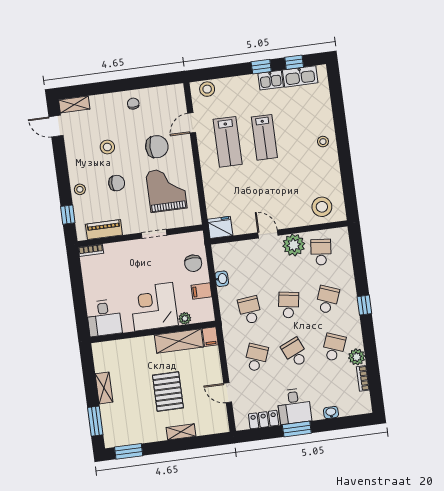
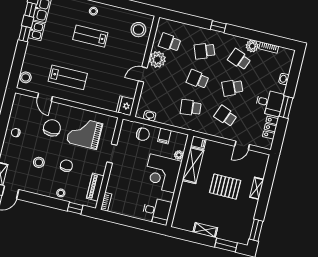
lab bench: (264, 137) -> (90, 36), moved, turned 180
washbasin: (222, 279) -> (150, 116), moved
school desk: (327, 300) -> (205, 51), turned -42

